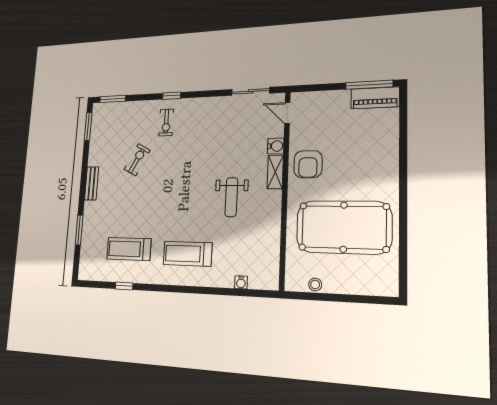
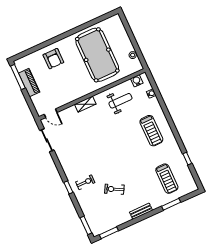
piano: (375, 98) -> (29, 83), moved
door: (287, 113) -> (51, 113), hinge flipped
water cooler: (276, 146) -> (137, 81), moved
armchair: (308, 164) -> (53, 59), moved, turned 90
weight bench: (231, 197) -> (120, 101), moved
treadmill: (129, 249) -> (167, 179), moved

